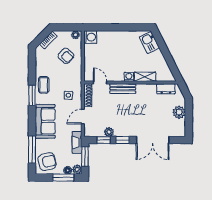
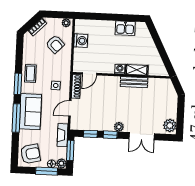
washing machine: (90, 37) -> (81, 41), moved
kitchen sink: (149, 42) -> (125, 28), moved, turned -63
door: (100, 83) -> (89, 74), swing flipped
bench: (123, 89) -> (134, 82), moved
dresser: (166, 89) -> (158, 83), removed
plant: (179, 112) -> (170, 126), moved
plant: (109, 132) -> (119, 127), moved
double door: (153, 140) -> (142, 136), width x0.73
window: (32, 150) -> (16, 118), moved

